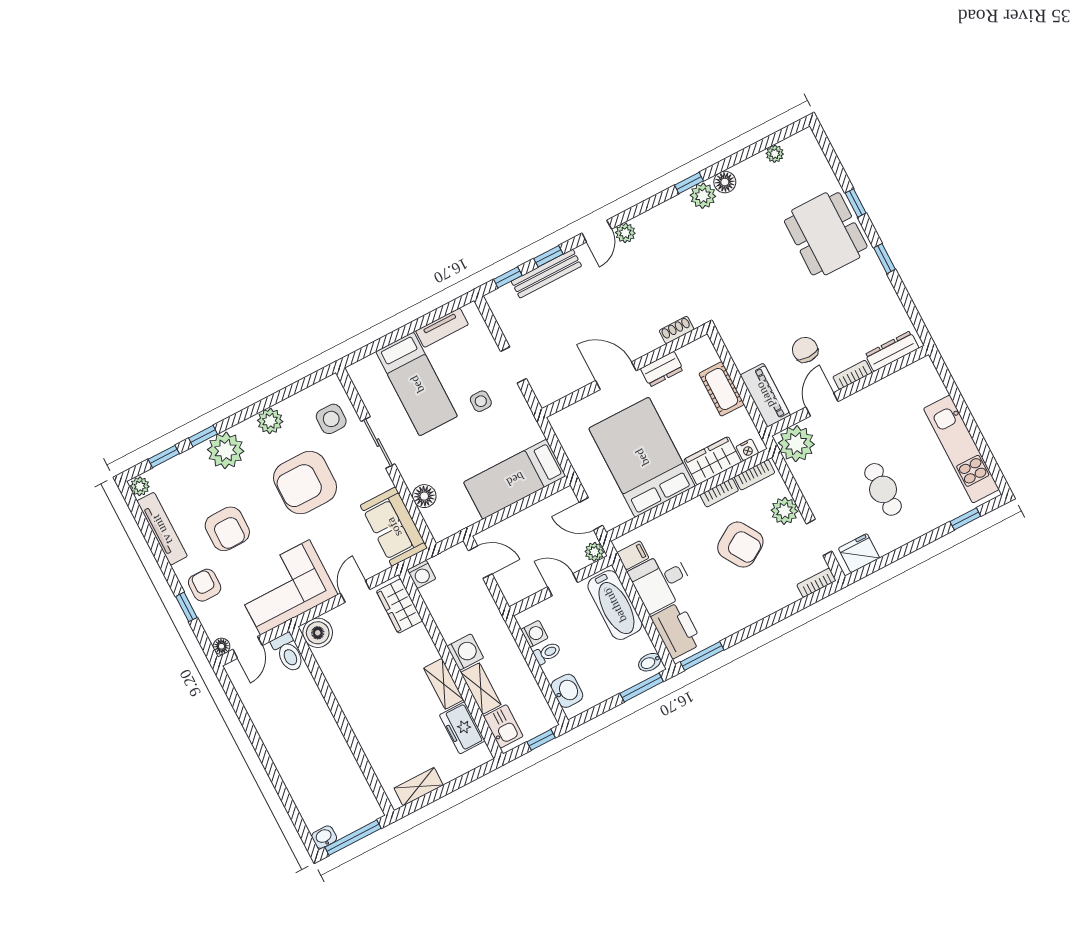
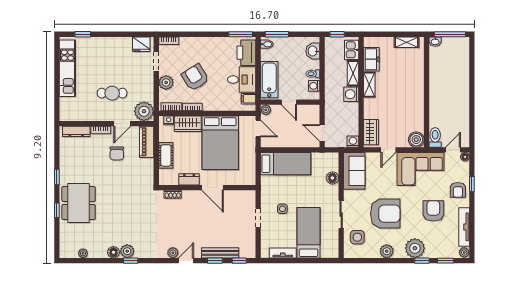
cafe table: (883, 489) -> (112, 93), moved, turned 90
washbasin: (324, 837) -> (435, 42), moved

